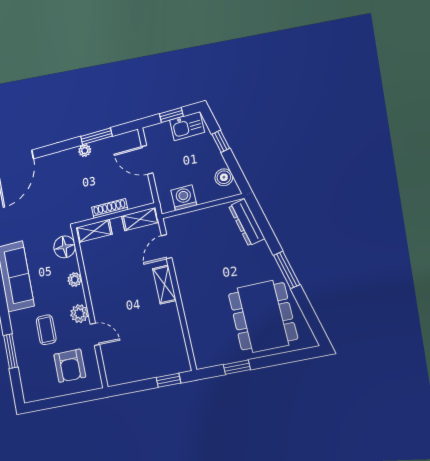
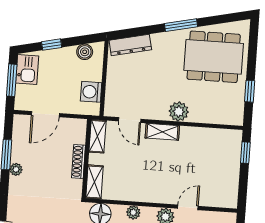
window: (171, 115) -> (12, 80), width x1.50
plant: (191, 295) -> (179, 111), added

